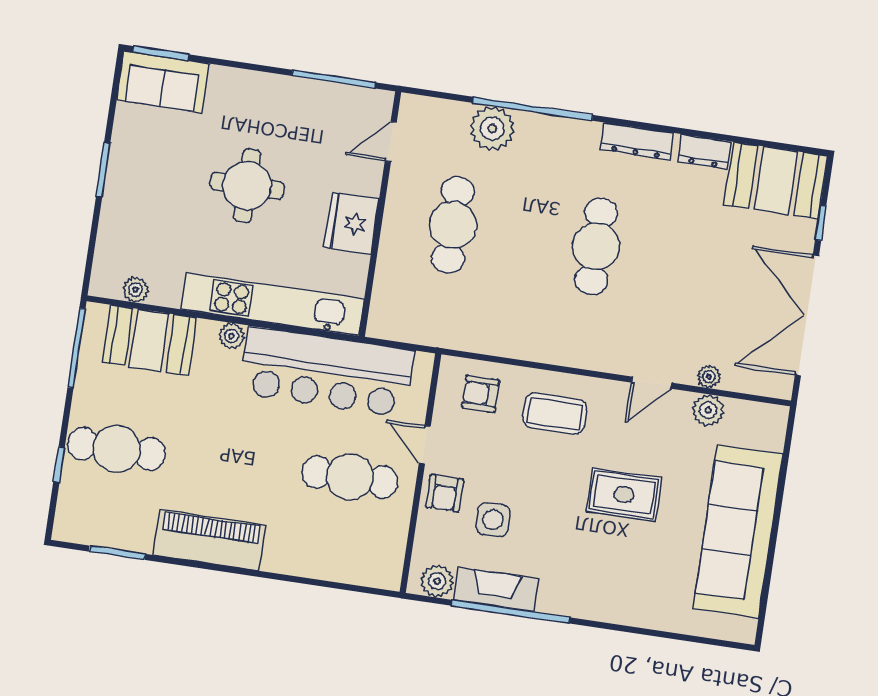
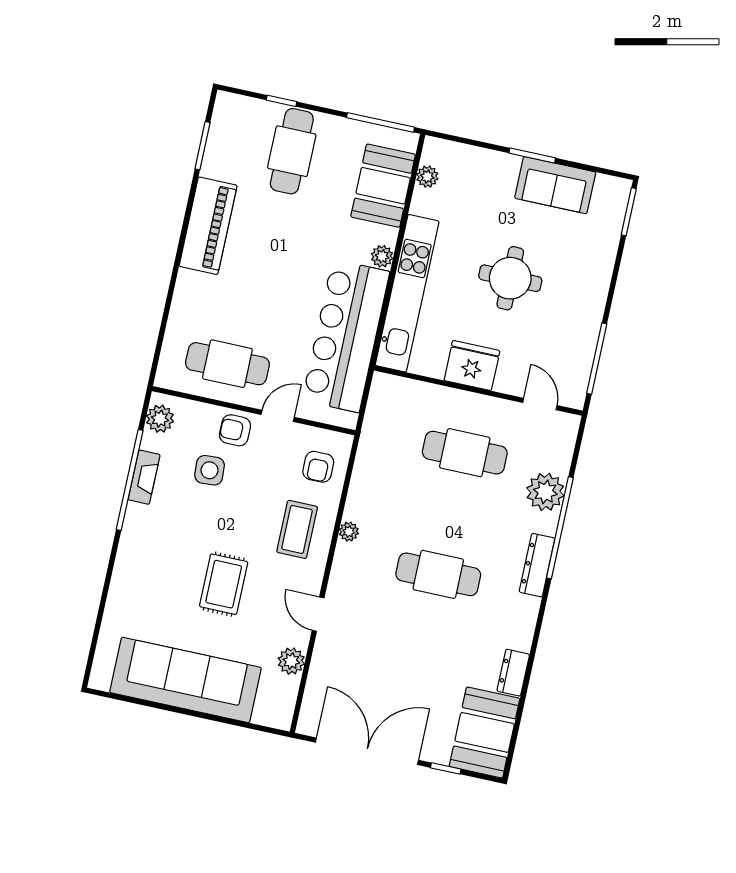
sofa: (163, 82) -> (555, 185), moved, turned -90
dresser: (637, 141) -> (537, 565), moved
plant: (709, 377) -> (349, 532), moved
armchair: (481, 394) -> (318, 467), turned 180
cafe table: (350, 477) -> (227, 364), moved, turned 90
fireplace: (496, 589) -> (144, 477), width x0.73, depth x0.76

